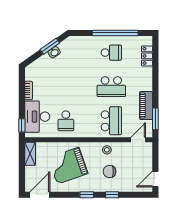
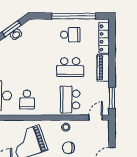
locker: (147, 56) -> (104, 38), width x1.53
piano: (146, 106) -> (103, 68), moved
school desk: (111, 121) -> (70, 100), turned 180

